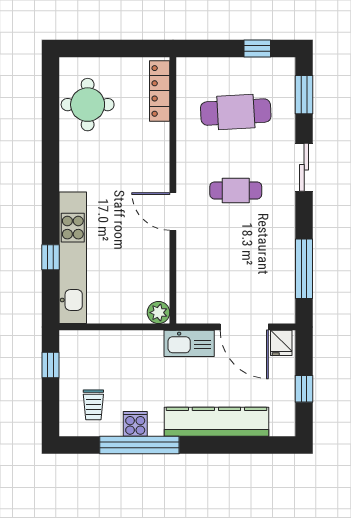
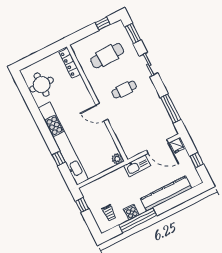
kitchen unit: (73, 258) -> (63, 144), width x1.36

